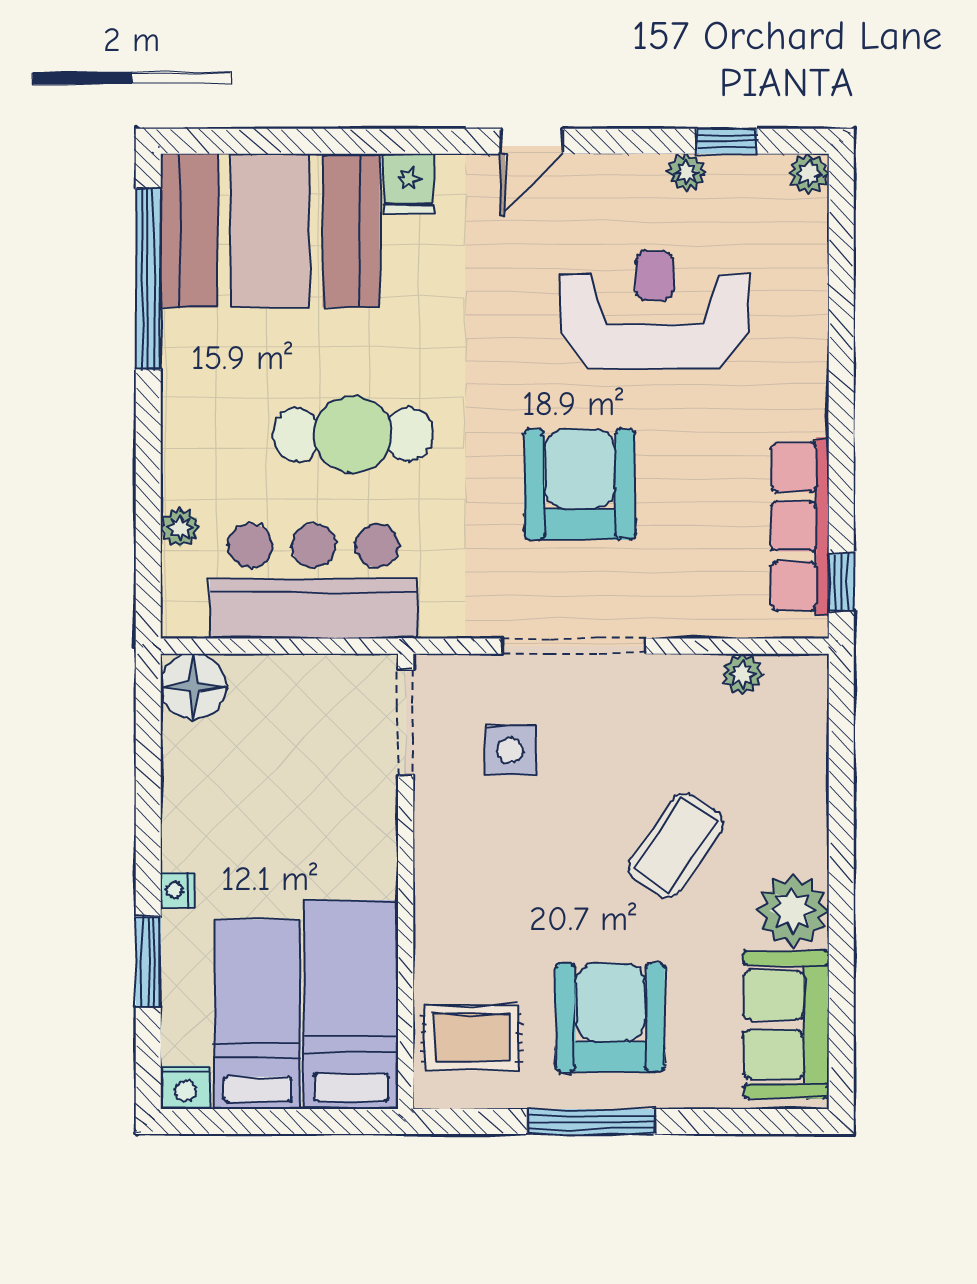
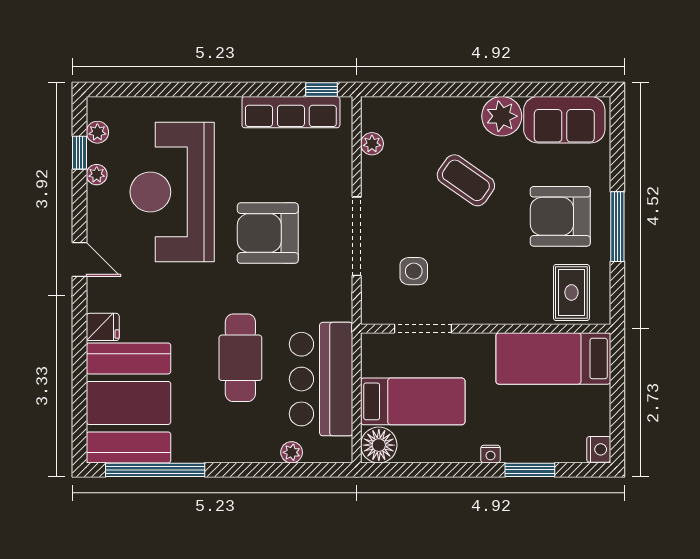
plant: (809, 174) -> (97, 132), moved
reception desk: (655, 310) -> (172, 192), width x1.36, depth x1.30
doorway: (406, 722) -> (423, 329), moved
bed: (258, 1014) -> (413, 401), moved, turned 180

